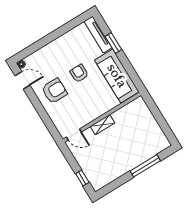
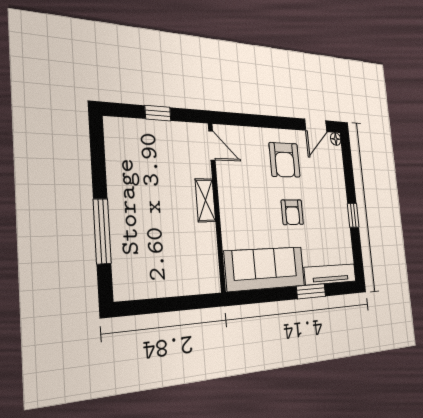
window: (57, 33) -> (353, 215), added
armchair: (79, 73) -> (292, 212), turned 90
door: (74, 134) -> (212, 146), swing flipped
window: (82, 178) -> (158, 113), moved

